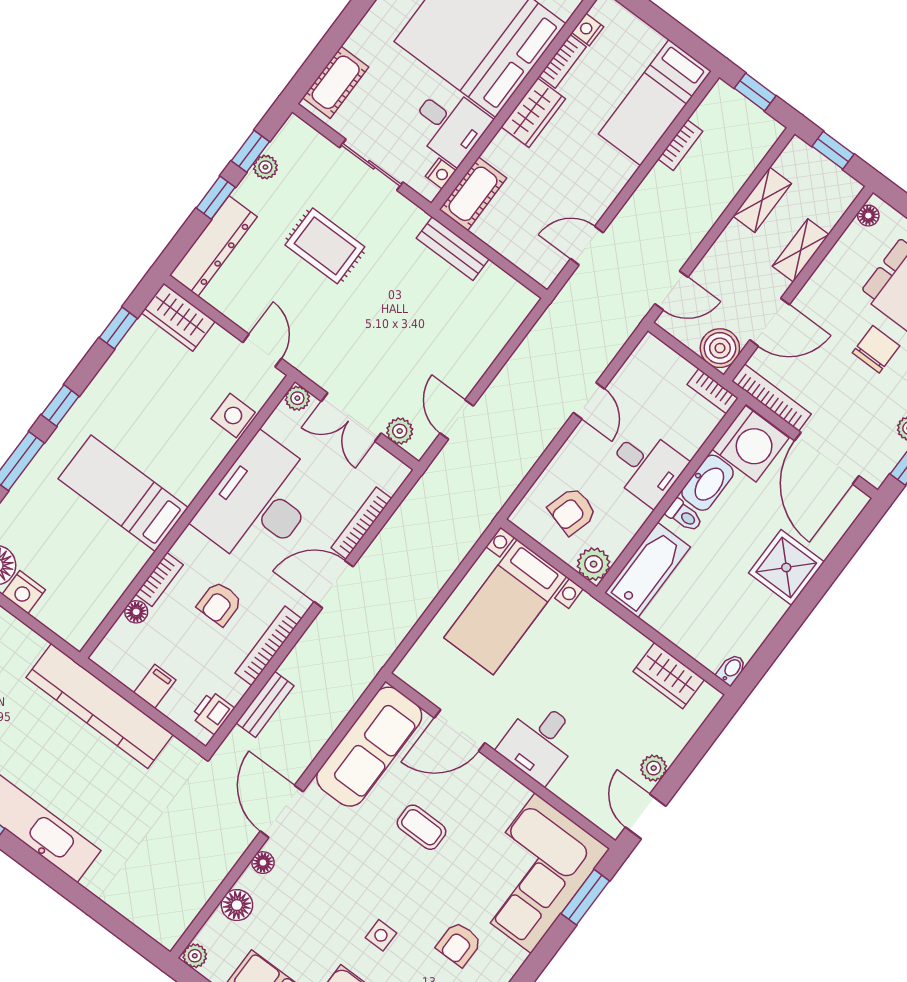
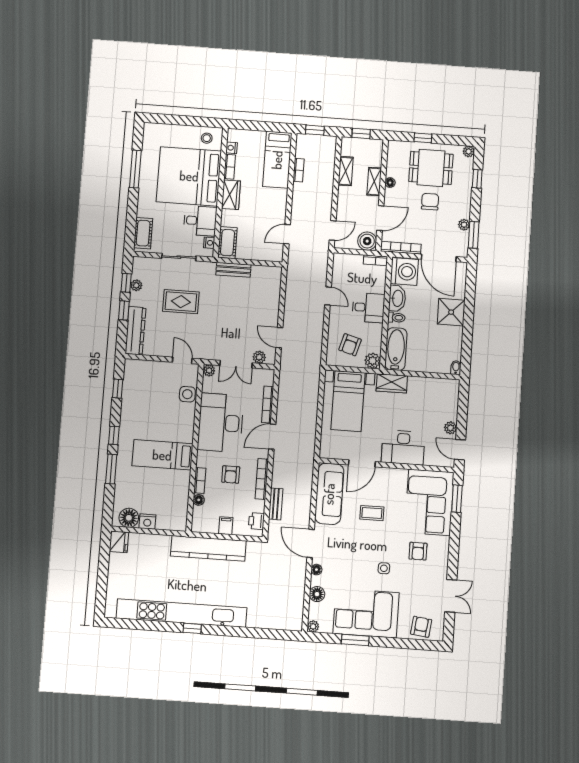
floor lamp: (868, 216) -> (390, 183), moved
wardrobe: (178, 317) -> (139, 369), removed
wardrobe: (669, 675) -> (392, 383), moved
desk: (540, 742) -> (403, 447), width x1.37

